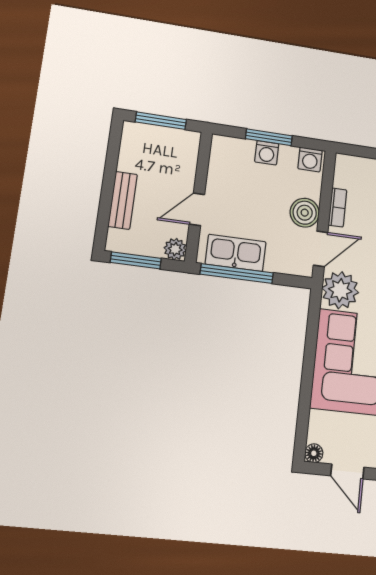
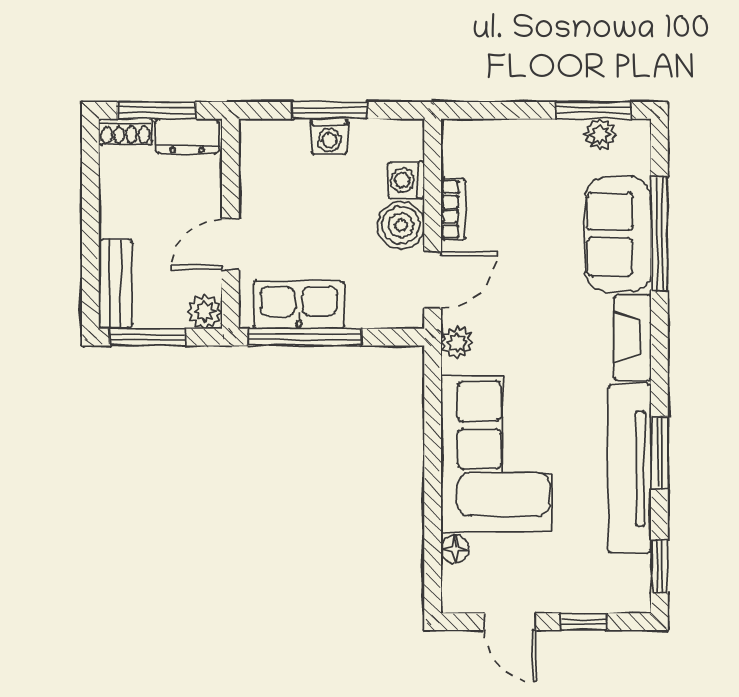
shoe rack: (139, 131) -> (125, 132), added
dresser: (178, 139) -> (187, 136), added
washing machine: (310, 160) -> (406, 180), moved, turned 90
bench: (123, 200) -> (115, 283), moved
plant: (340, 290) -> (457, 342), width x0.53, depth x0.53
floor lamp: (314, 453) -> (455, 549), moved

